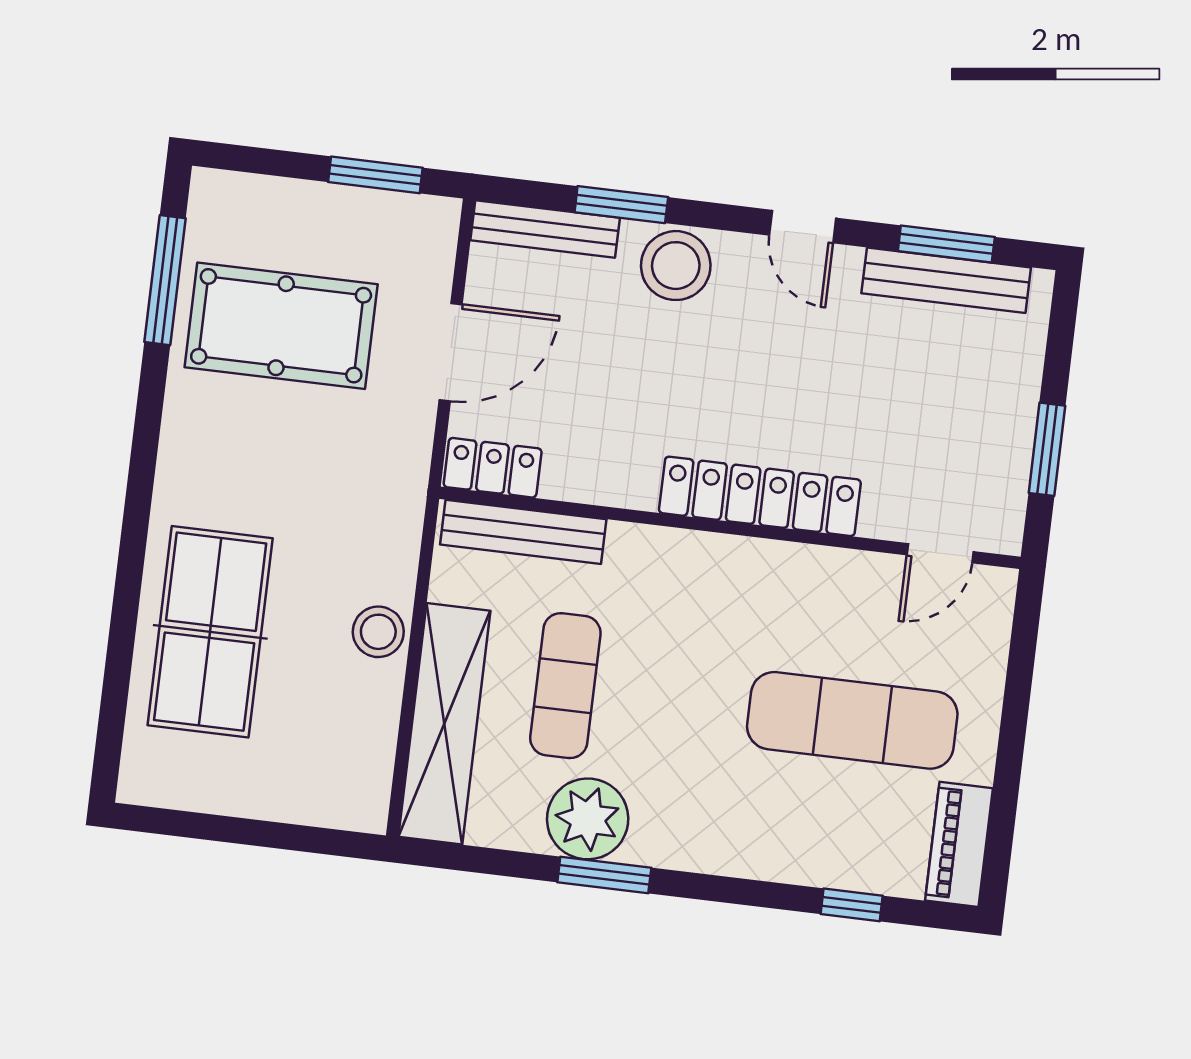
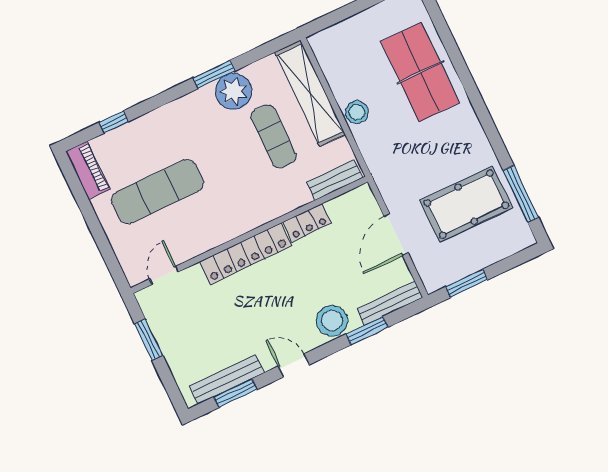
locker: (493, 468) -> (307, 223), moved
bench: (523, 532) -> (335, 180), width x0.73

